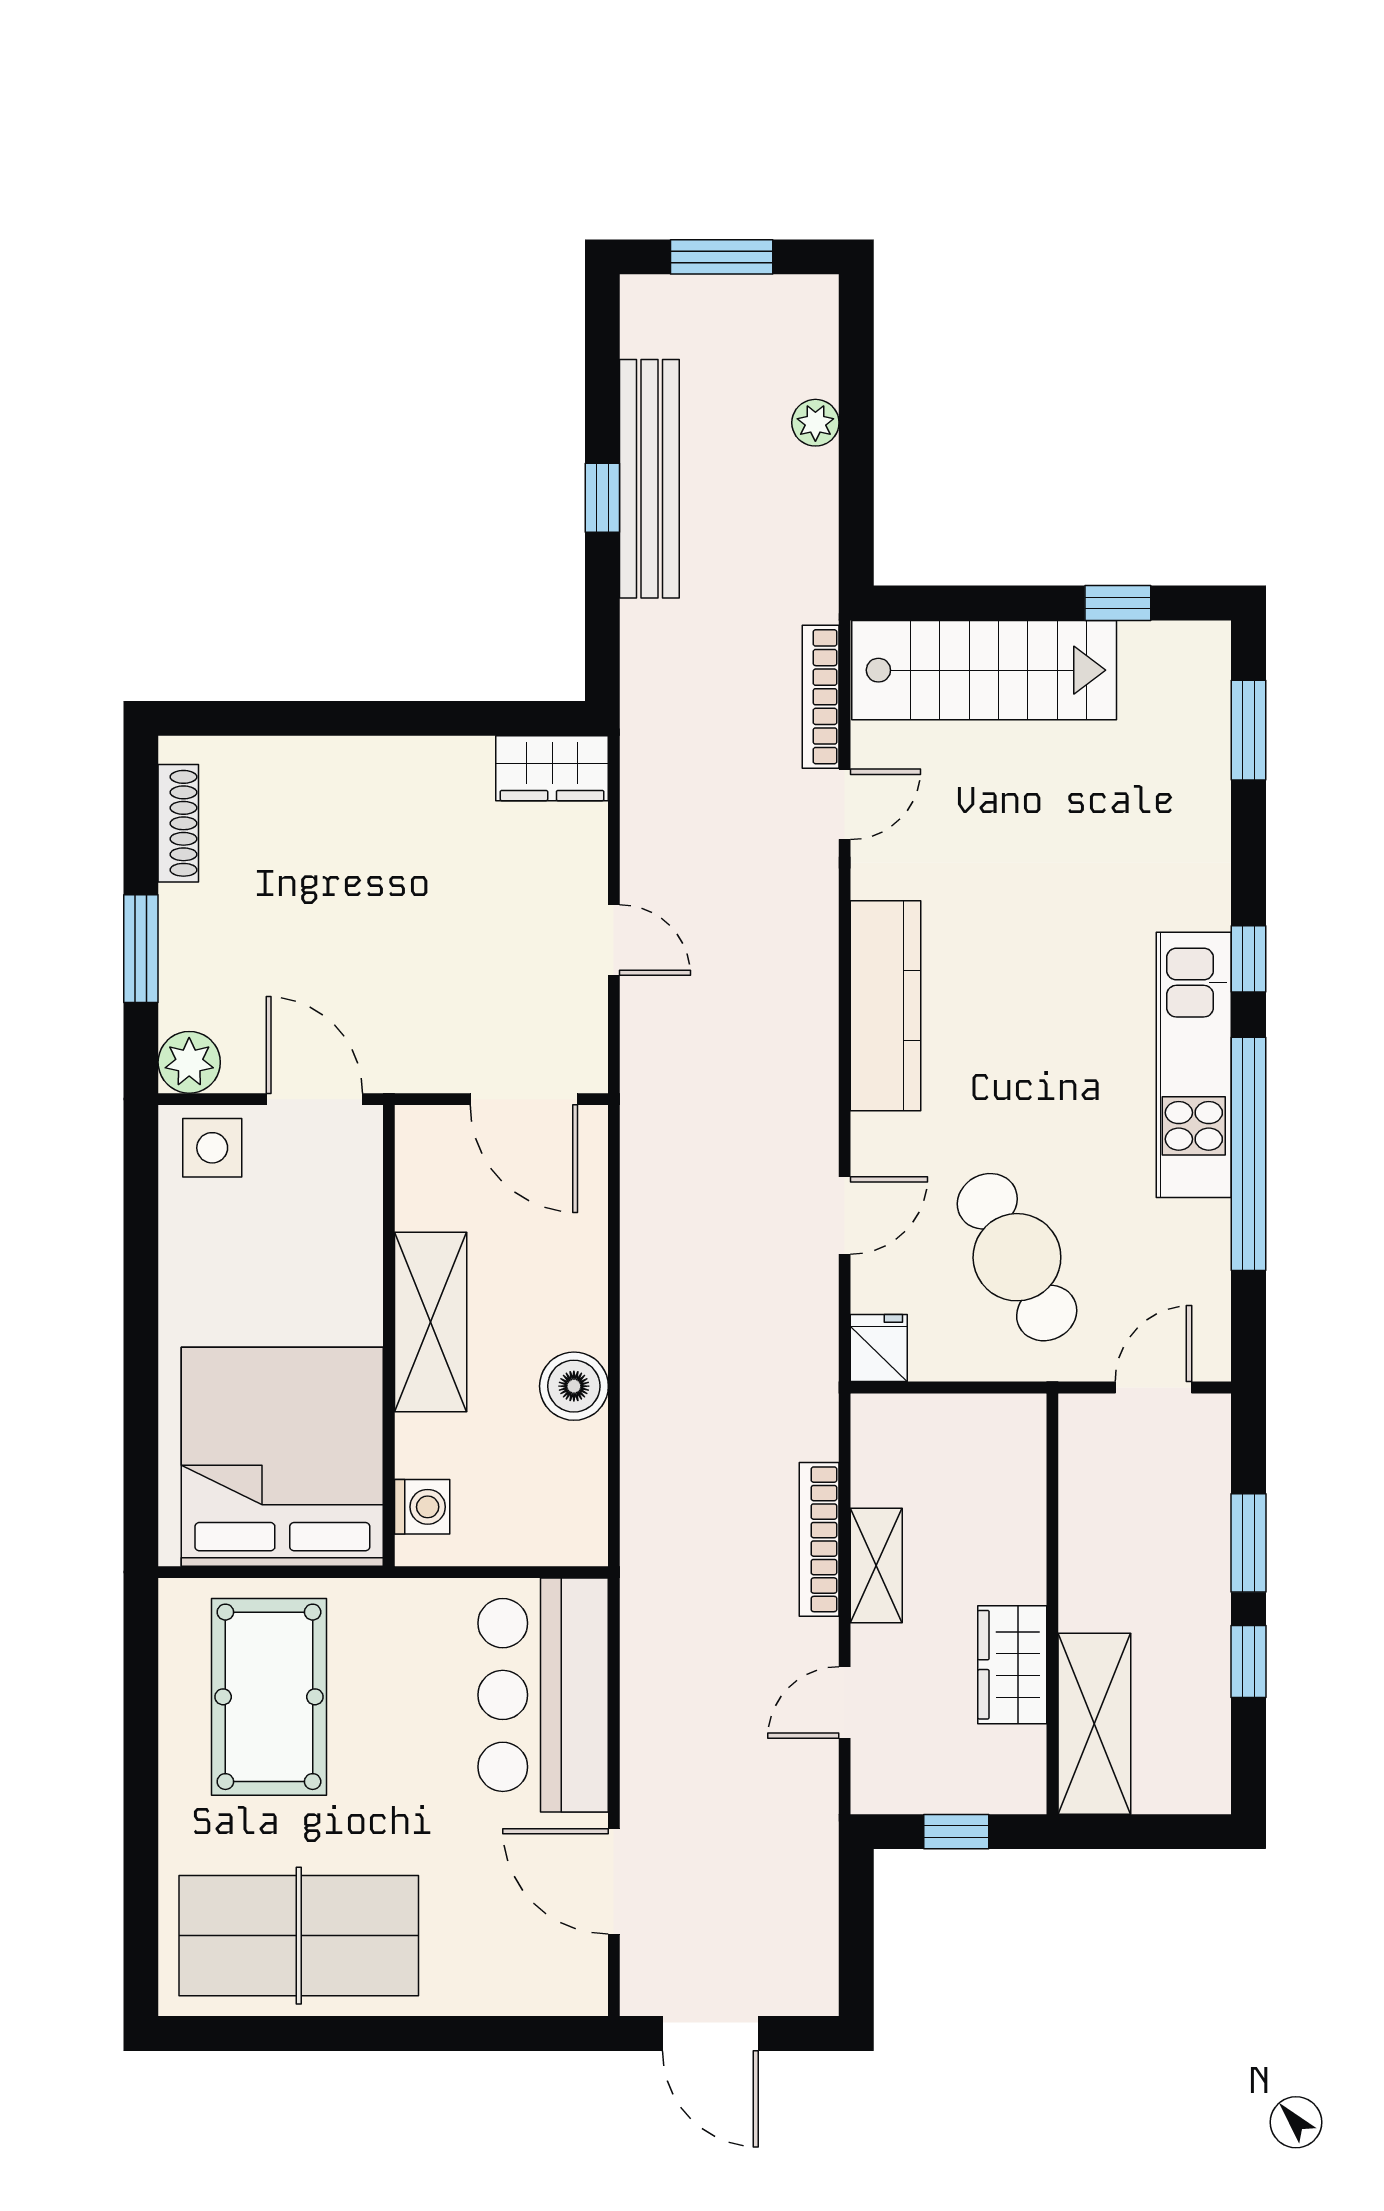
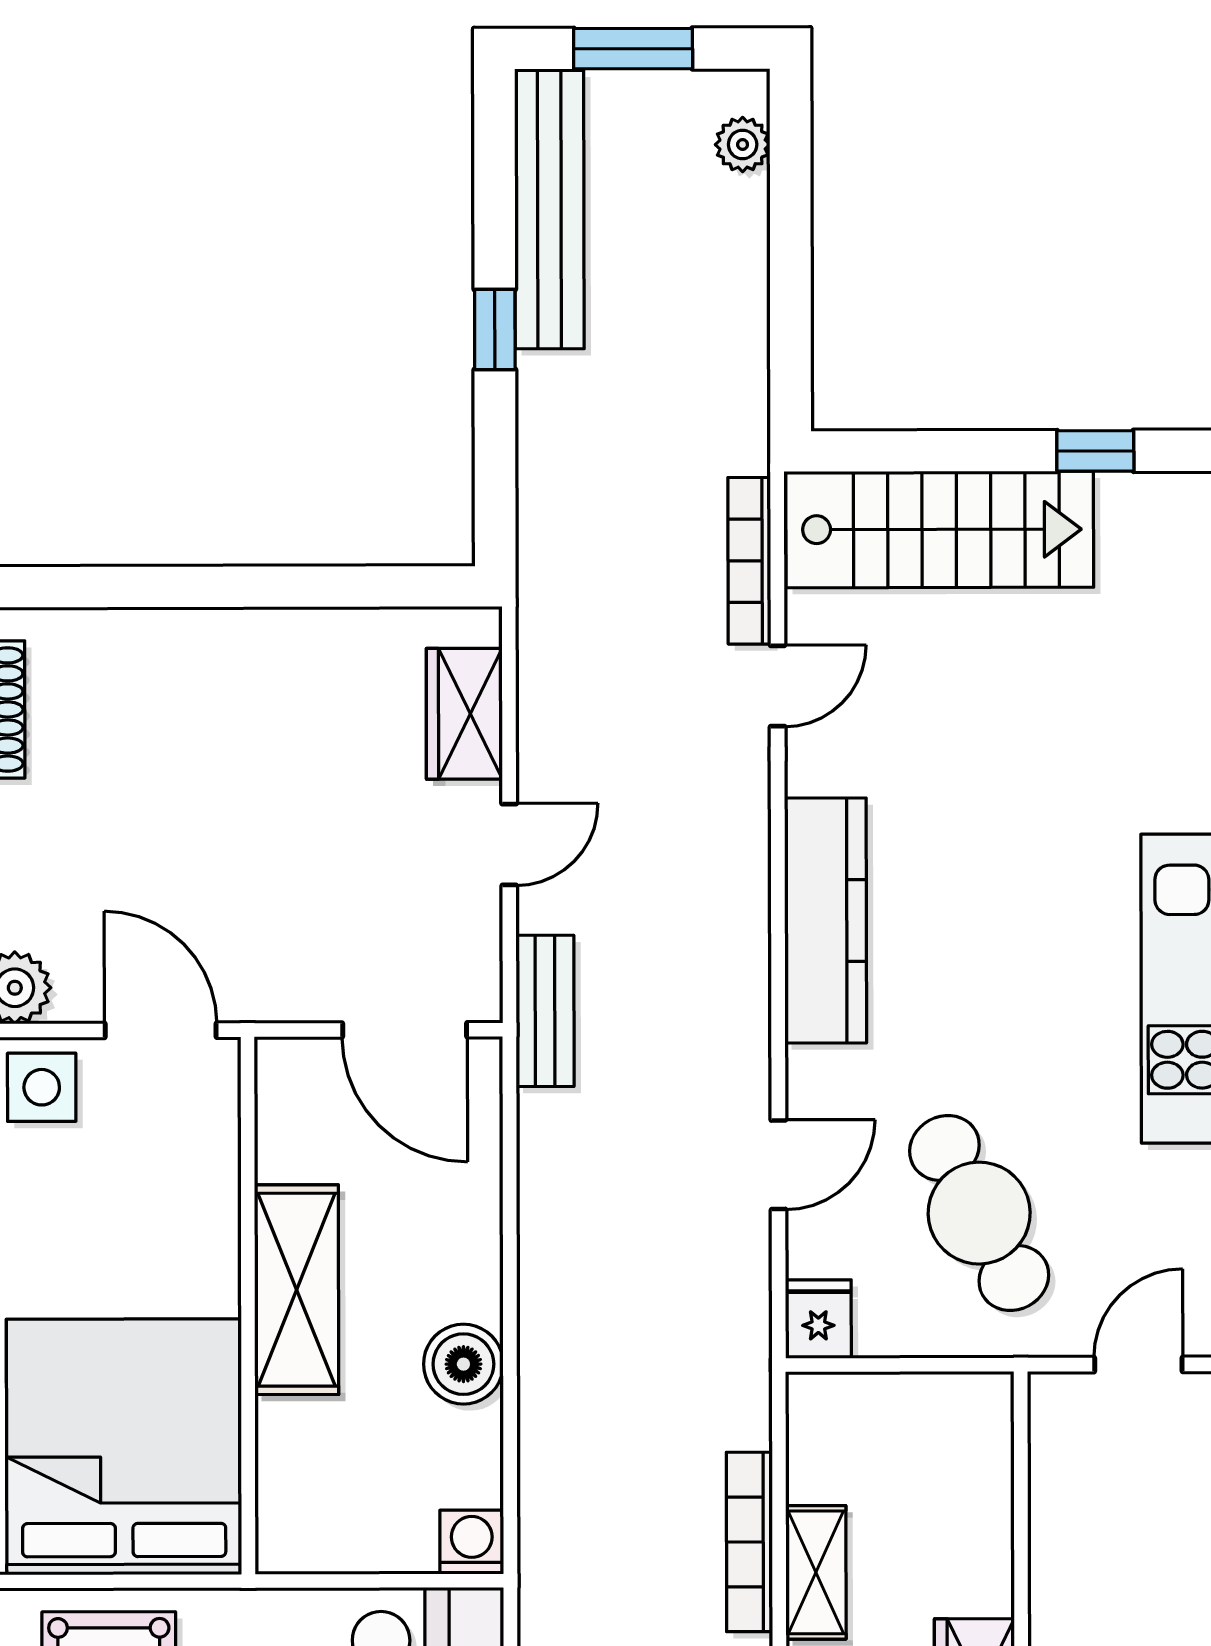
plant: (815, 423) -> (743, 144), moved
bench: (649, 479) -> (549, 210), moved
wardrobe: (552, 768) -> (464, 714), moved, turned 90
door: (614, 940) -> (509, 844), hinge flipped
bench: (645, 1083) -> (545, 1011), added
washing machine: (422, 1507) -> (472, 1542), moved, turned -90

